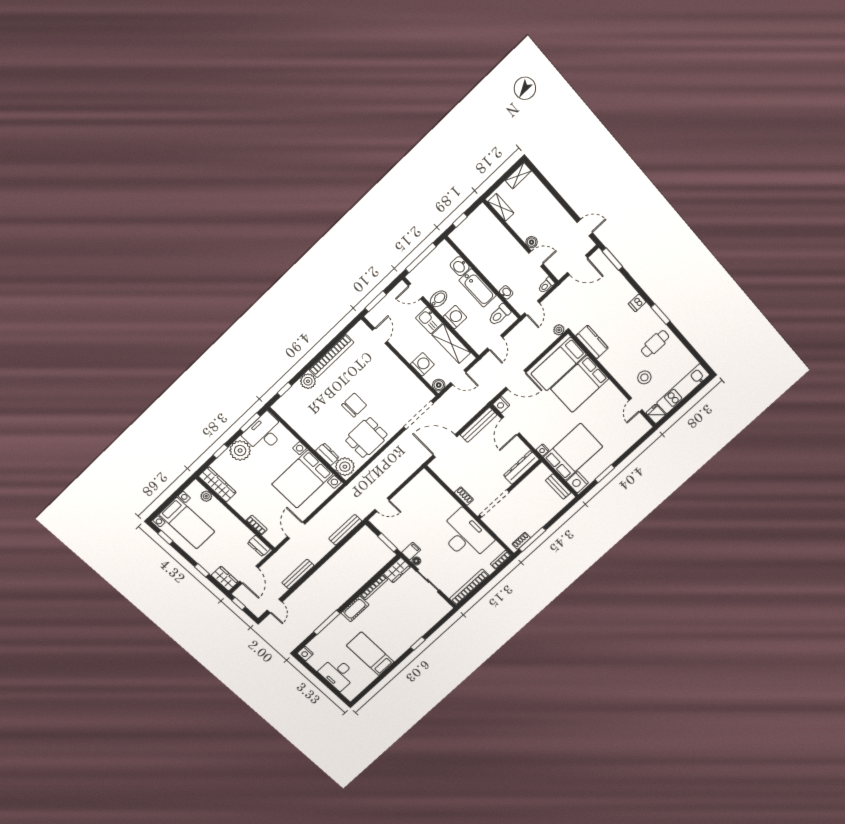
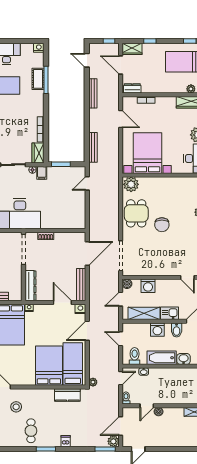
plant: (598, 258) -> (113, 441), added
door: (532, 308) -> (121, 378), swing flipped
dresser: (327, 454) -> (148, 182), removed
cot: (355, 609) -> (38, 79), moved

